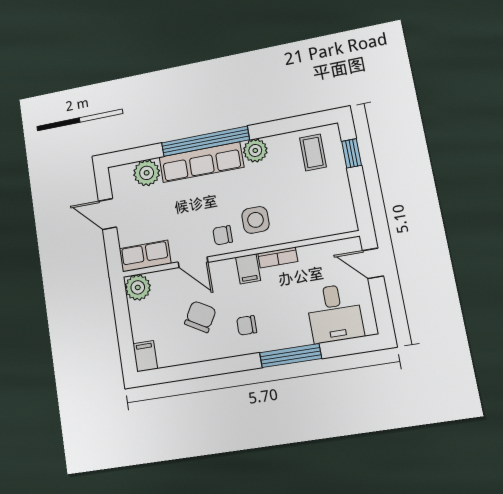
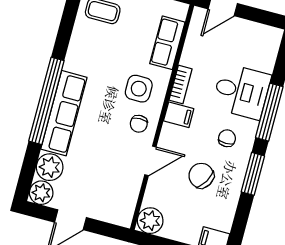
plant: (255, 150) -> (41, 193), moved
row of seats: (145, 256) -> (167, 43), moved
desk: (335, 313) -> (241, 91), moved
chair: (247, 325) -> (227, 138), turned 180
window: (224, 366) -> (253, 174), added

